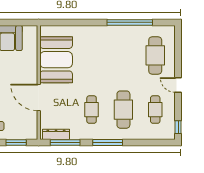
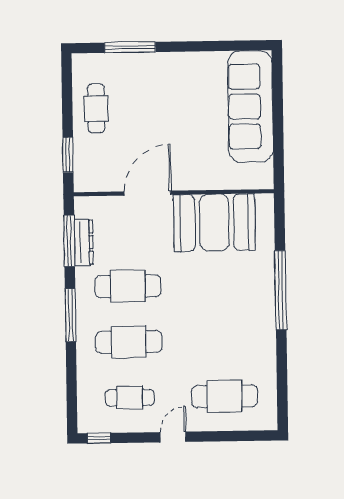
window: (130, 22) -> (281, 290), moved
cafe table: (92, 110) -> (128, 286), width x1.37, depth x1.35
dresser: (56, 134) -> (84, 242), moved

